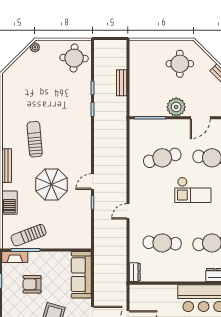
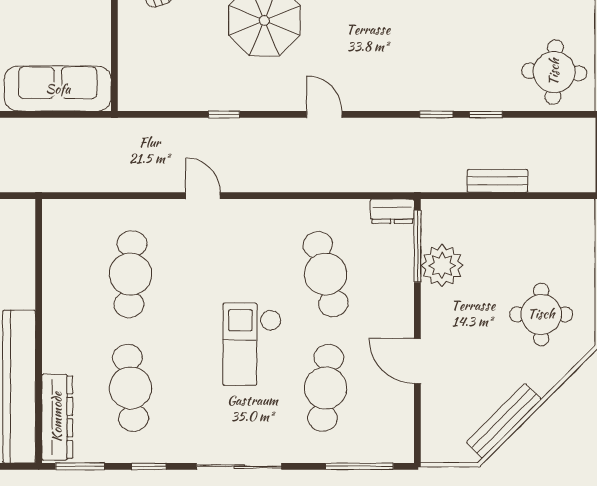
plant: (176, 107) -> (442, 266), moved
door: (93, 182) -> (324, 114), moved
dresser: (135, 272) -> (392, 211), moved

